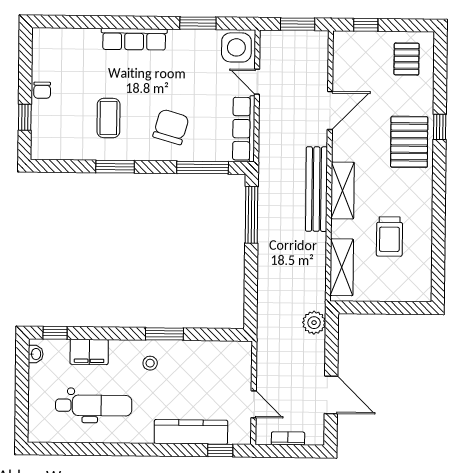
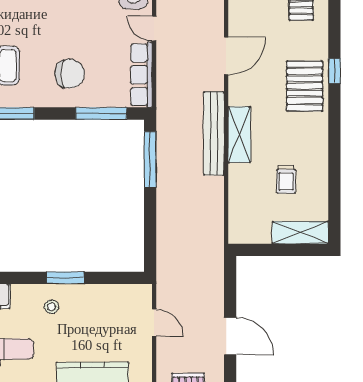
chair: (171, 127) -> (70, 74), turned 74
trolley: (389, 237) -> (286, 180), width x0.73, depth x0.72
shelving: (342, 267) -> (300, 233), moved, turned 90
plant: (314, 323) -> (213, 265), removed
door: (254, 404) -> (154, 323), moved

